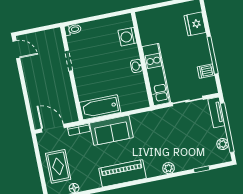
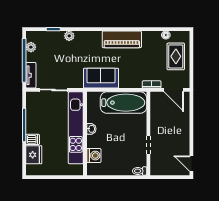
dishwasher: (206, 71) -> (33, 139), moved
kitchen unit: (156, 74) -> (76, 128), width x1.36
bathtub: (100, 107) -> (123, 103), width x1.36, depth x1.36
sofa: (111, 130) -> (101, 78), moved
plant: (169, 168) -> (69, 36), moved

